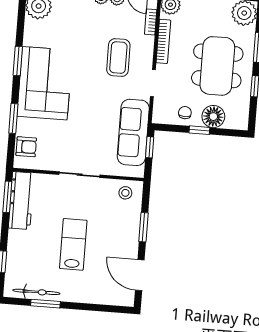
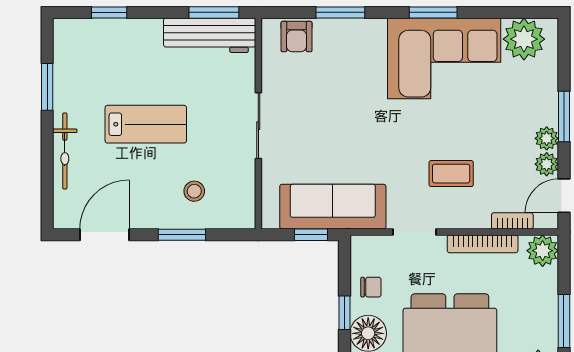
coffee table: (118, 58) -> (451, 174), width x0.73, depth x0.77
corner sofa: (45, 83) -> (444, 58), moved
stool: (125, 193) -> (194, 191), moved
bicycle: (36, 292) -> (65, 151), moved

